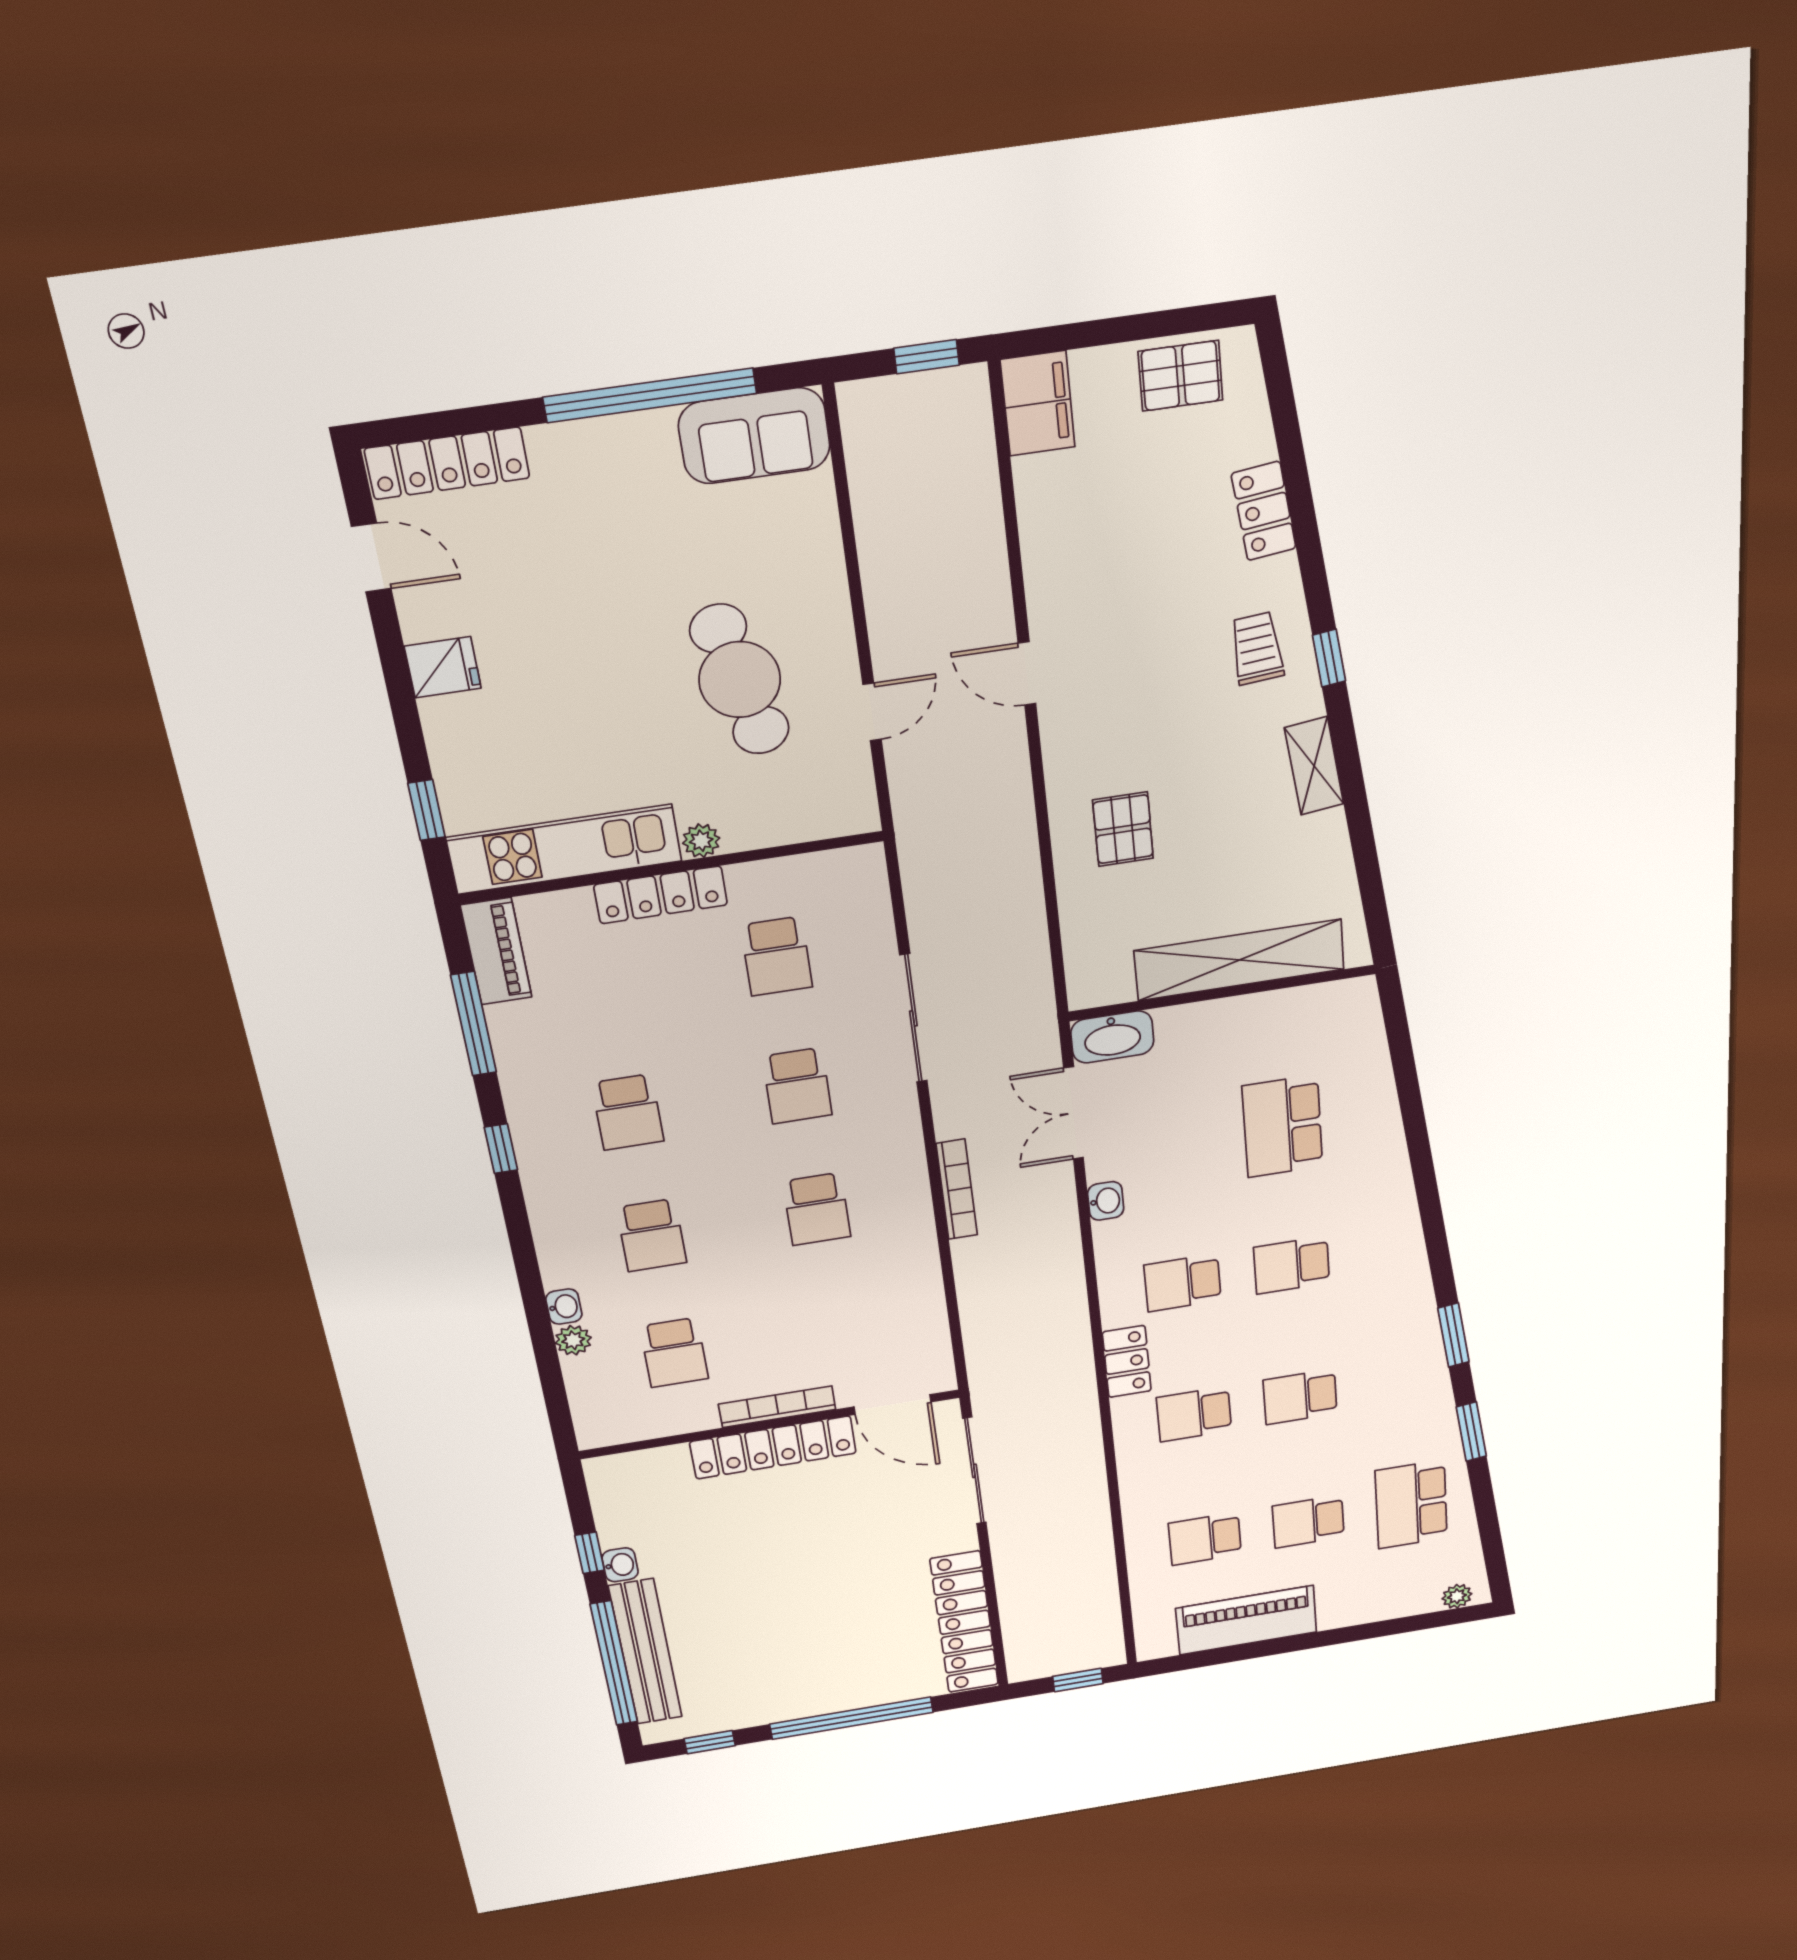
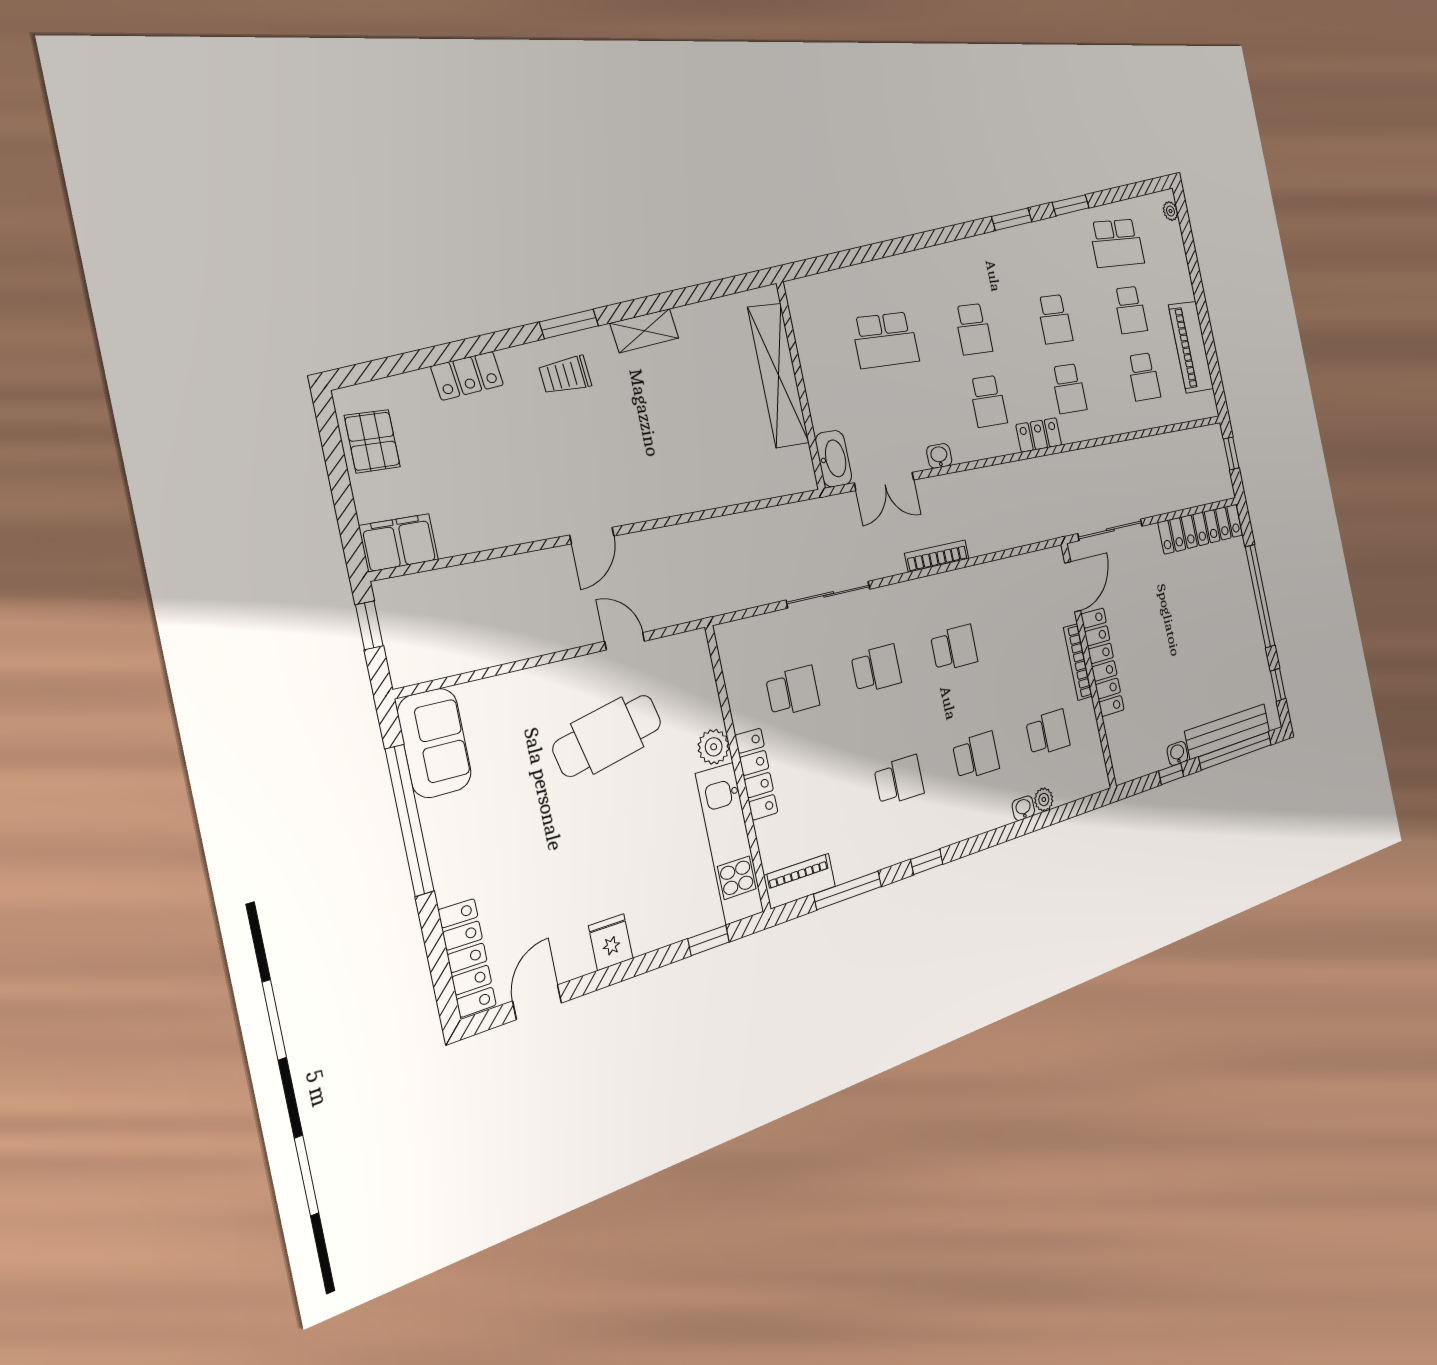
window: (1329, 658) -> (569, 324), width x1.50
pallet: (1123, 829) -> (695, 461), removed
plant: (701, 841) -> (714, 747), width x1.38, depth x1.38

